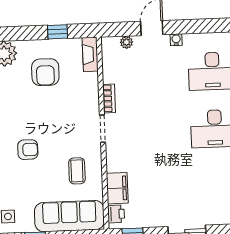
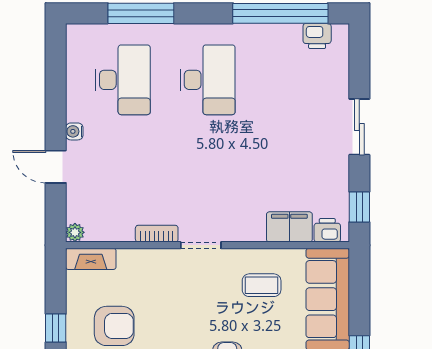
window: (57, 32) -> (56, 328), moved
plant: (126, 42) -> (75, 232), moved

